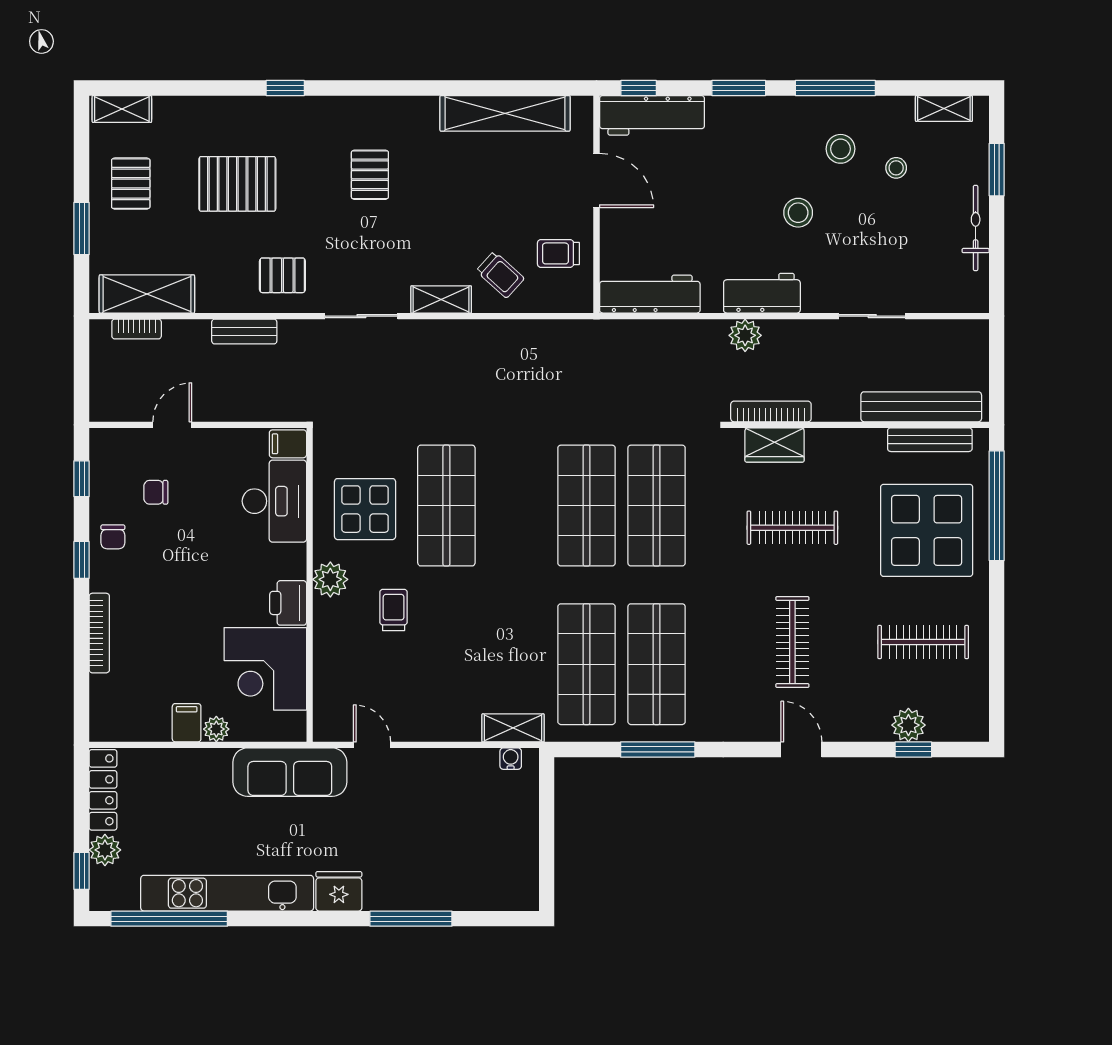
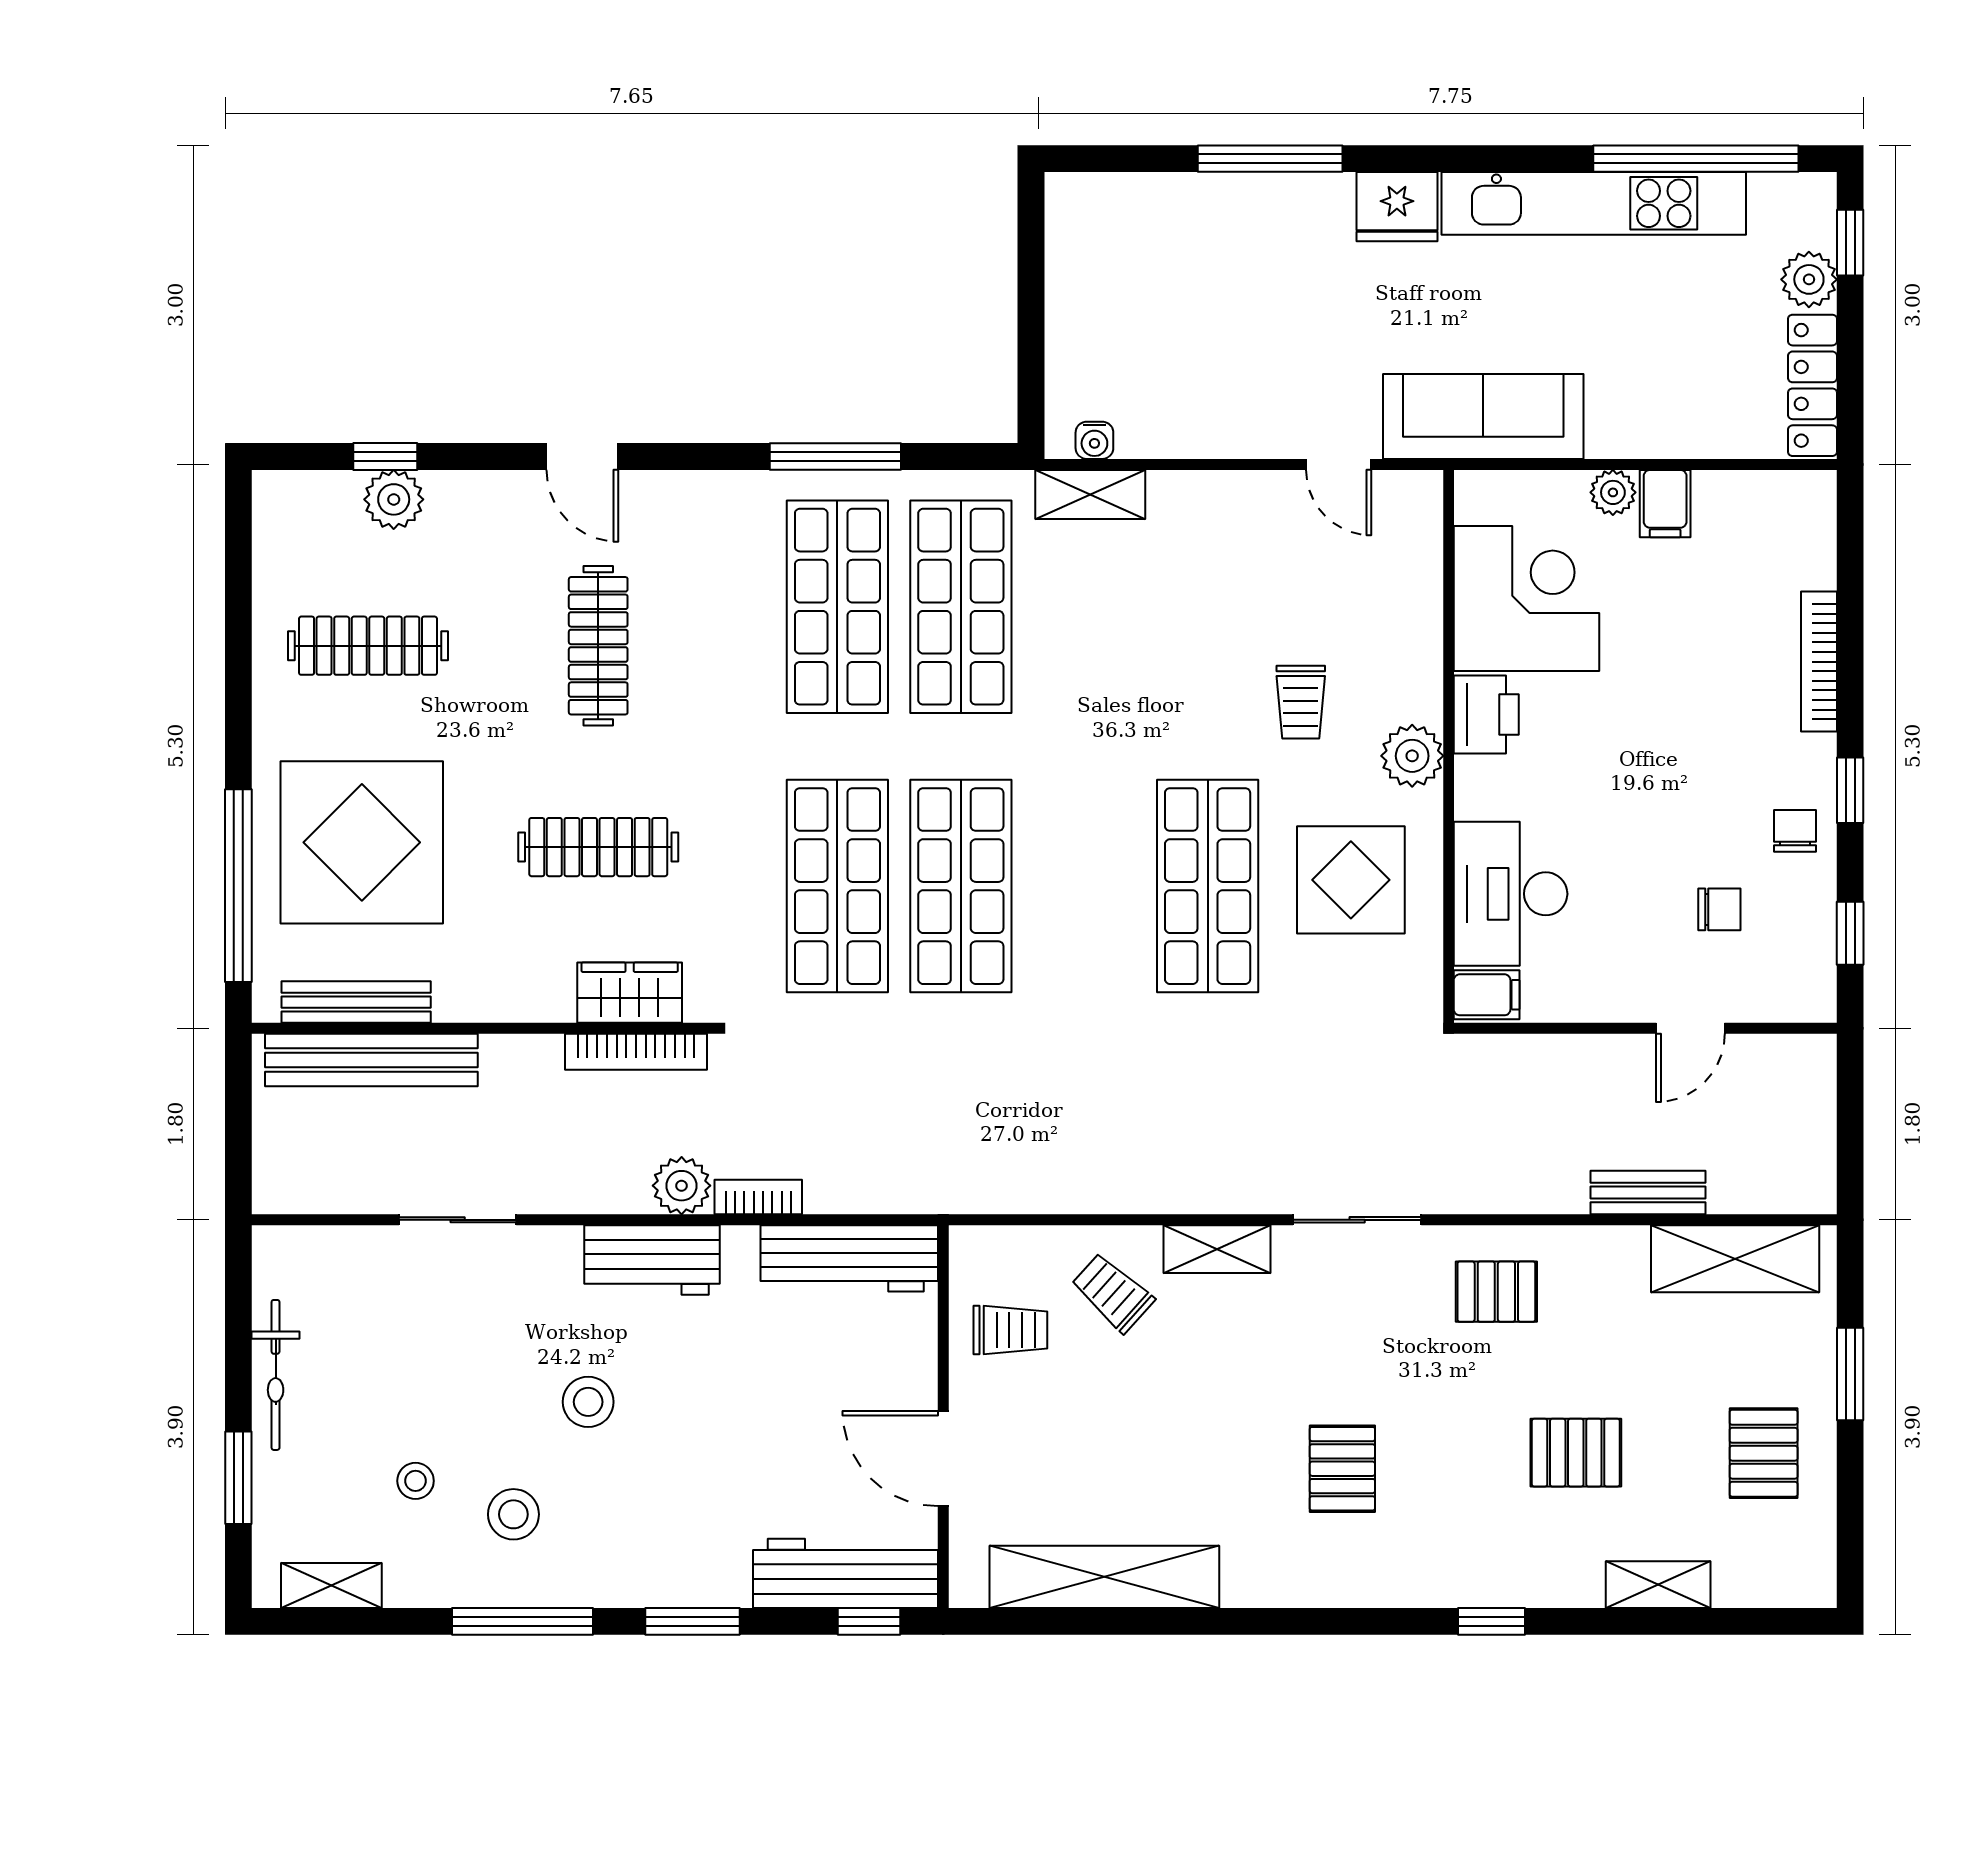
shelving: (122, 109) -> (1658, 1585), moved
pallet: (237, 184) -> (1576, 1453), width x0.67, depth x0.71
bookcase: (137, 329) -> (758, 1197), moved
bench: (244, 332) -> (1648, 1193), moved

